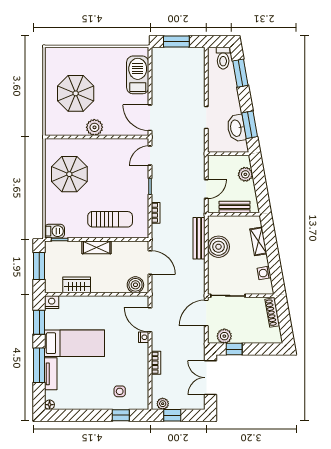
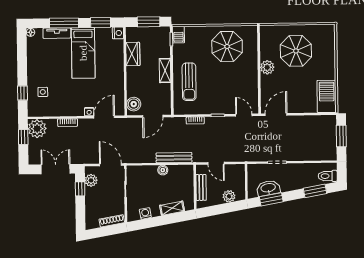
barbecue: (138, 75) -> (327, 96), moved, turned -90
boiler: (219, 247) -> (163, 170), width x0.54, depth x0.54
plant: (163, 404) -> (37, 129), width x1.88, depth x1.88

